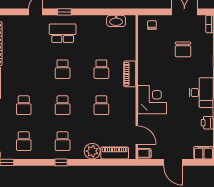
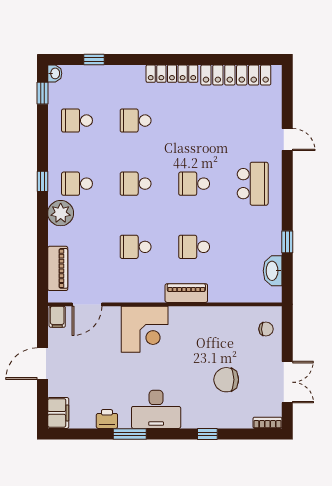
window: (64, 12) -> (287, 242), moved
plant: (92, 151) -> (61, 213), moved

